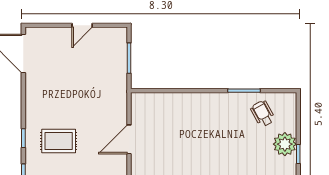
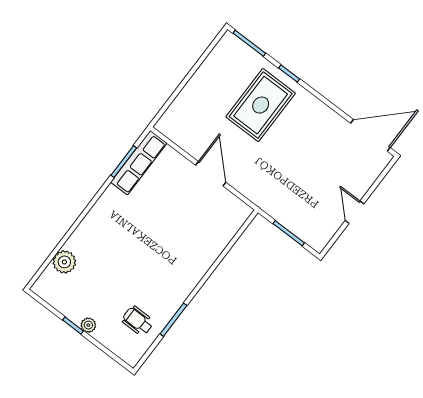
wheelchair: (263, 114) -> (138, 321), turned -151
rug: (59, 141) -> (261, 105), width x1.36, depth x1.43
plant: (285, 144) -> (88, 325), width x0.53, depth x0.53

